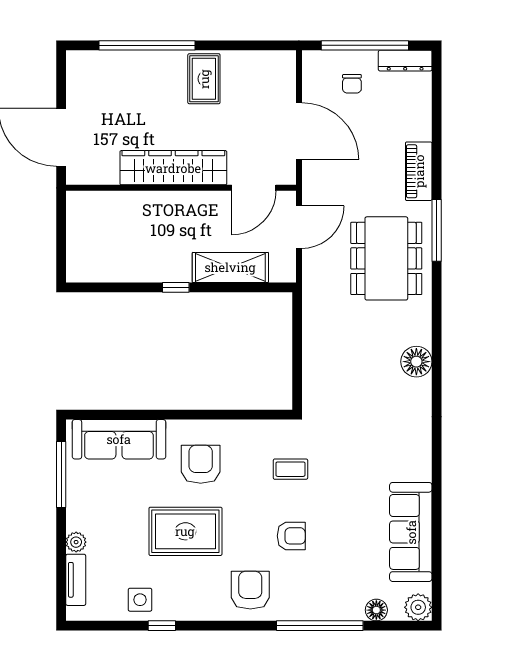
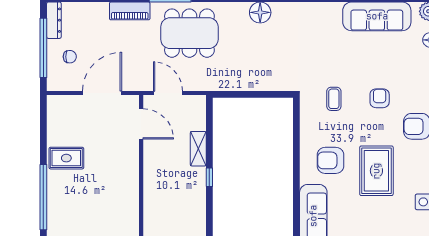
wardrobe: (173, 168) -> (127, 179), removed
shelving: (230, 267) -> (198, 149), width x0.67, depth x0.75

